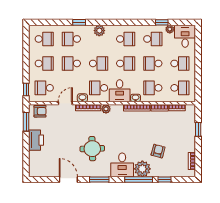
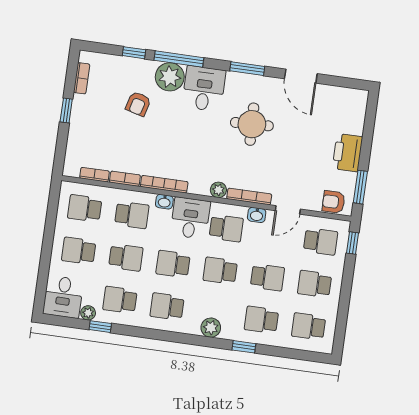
school desk: (71, 39) -> (261, 320), turned 180
window: (198, 129) -> (66, 111), moved

